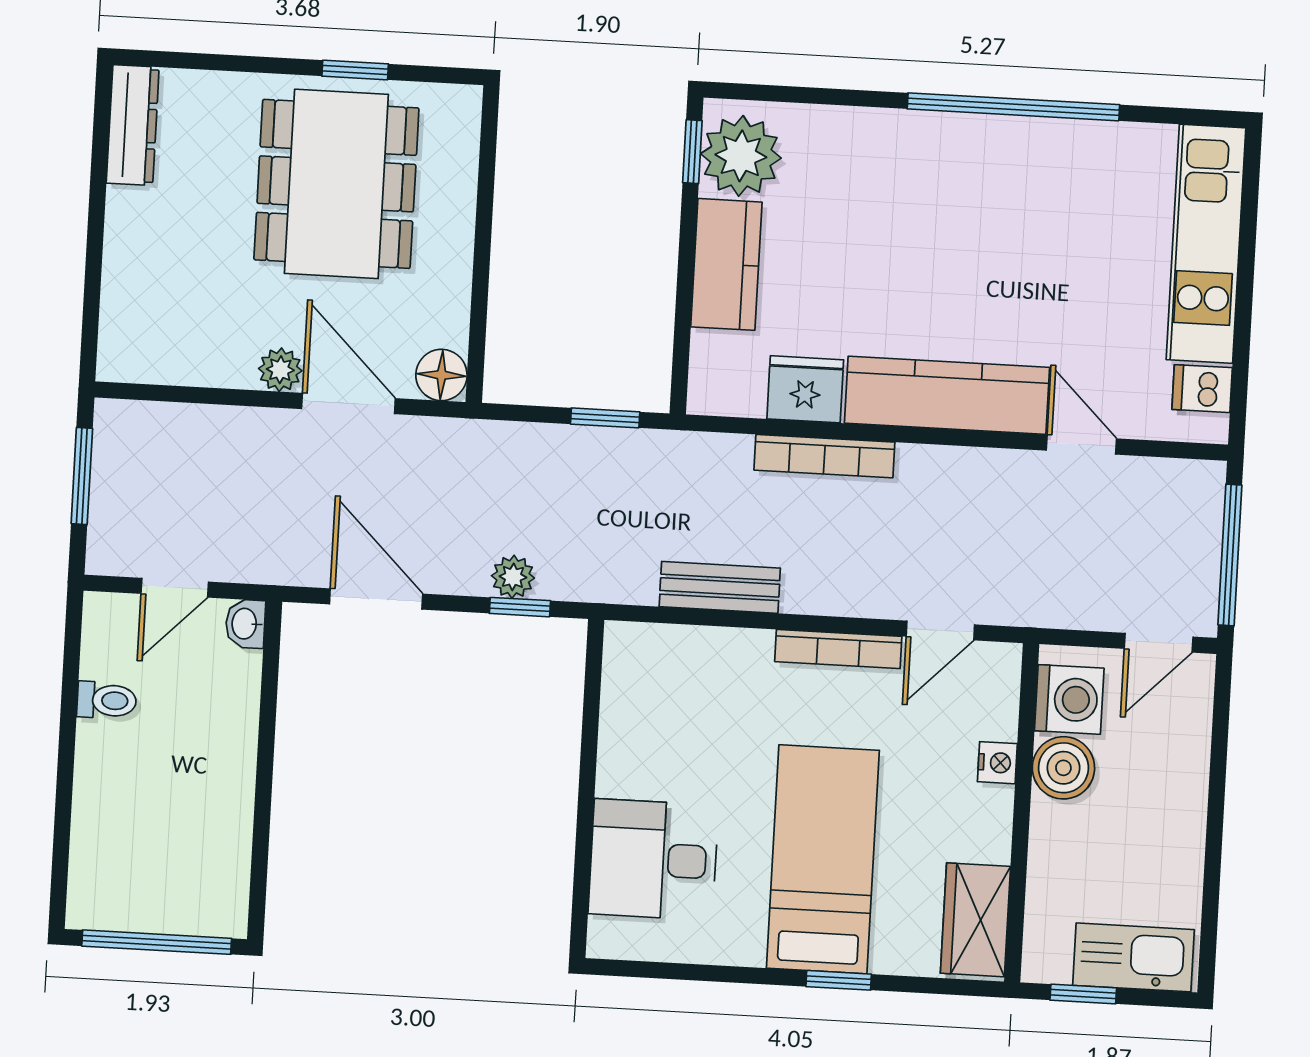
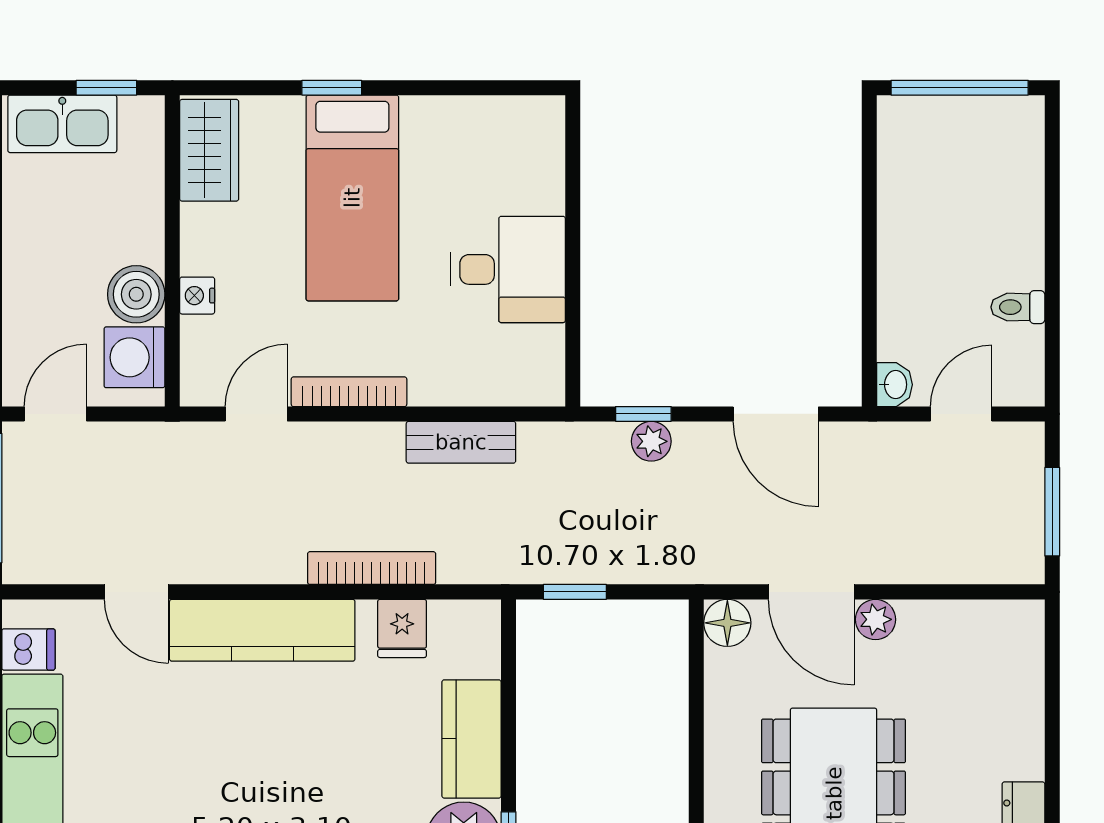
fridge: (805, 389) -> (402, 628), width x0.72
desk: (653, 860) -> (508, 269), moved

